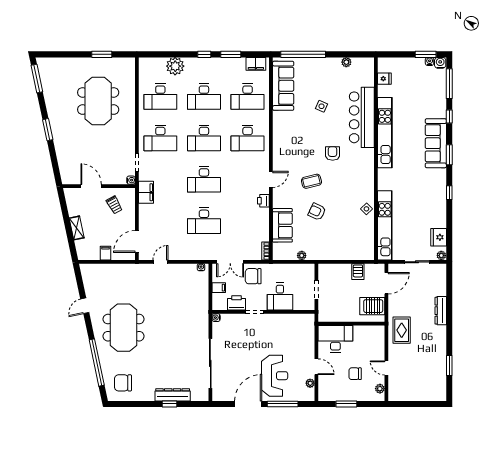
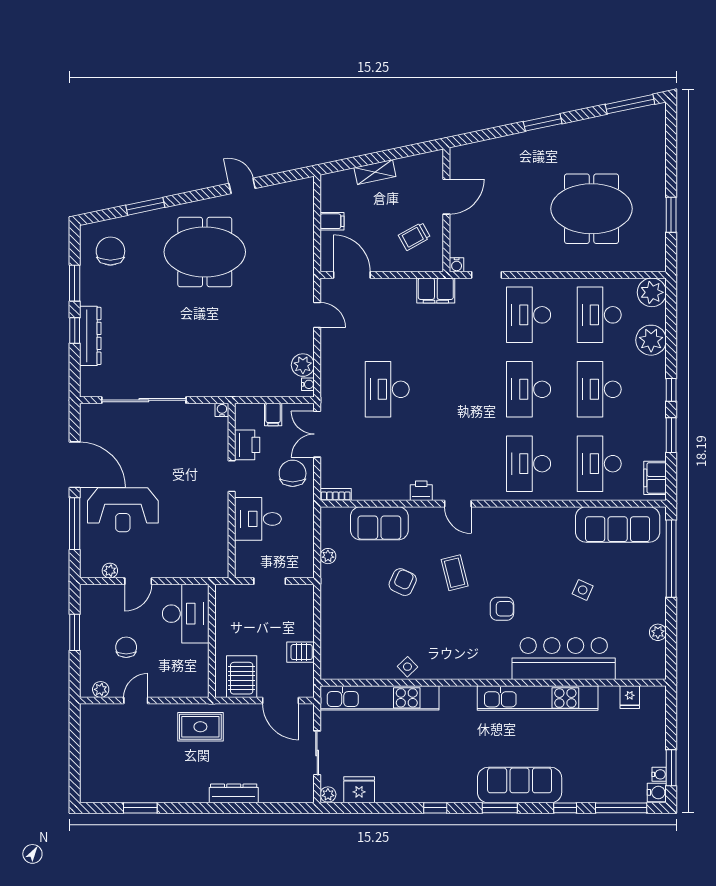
plant: (147, 66) -> (652, 292), added
desk: (204, 179) -> (458, 389), removed
plant: (190, 270) -> (303, 365), added
window: (97, 363) -> (145, 206), width x0.47
window: (142, 404) -> (75, 283), added

